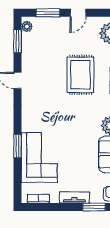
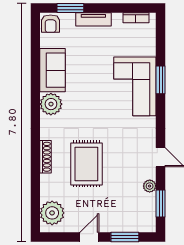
plant: (27, 26) -> (150, 186), moved
corner sofa: (39, 157) -> (135, 86), moved

